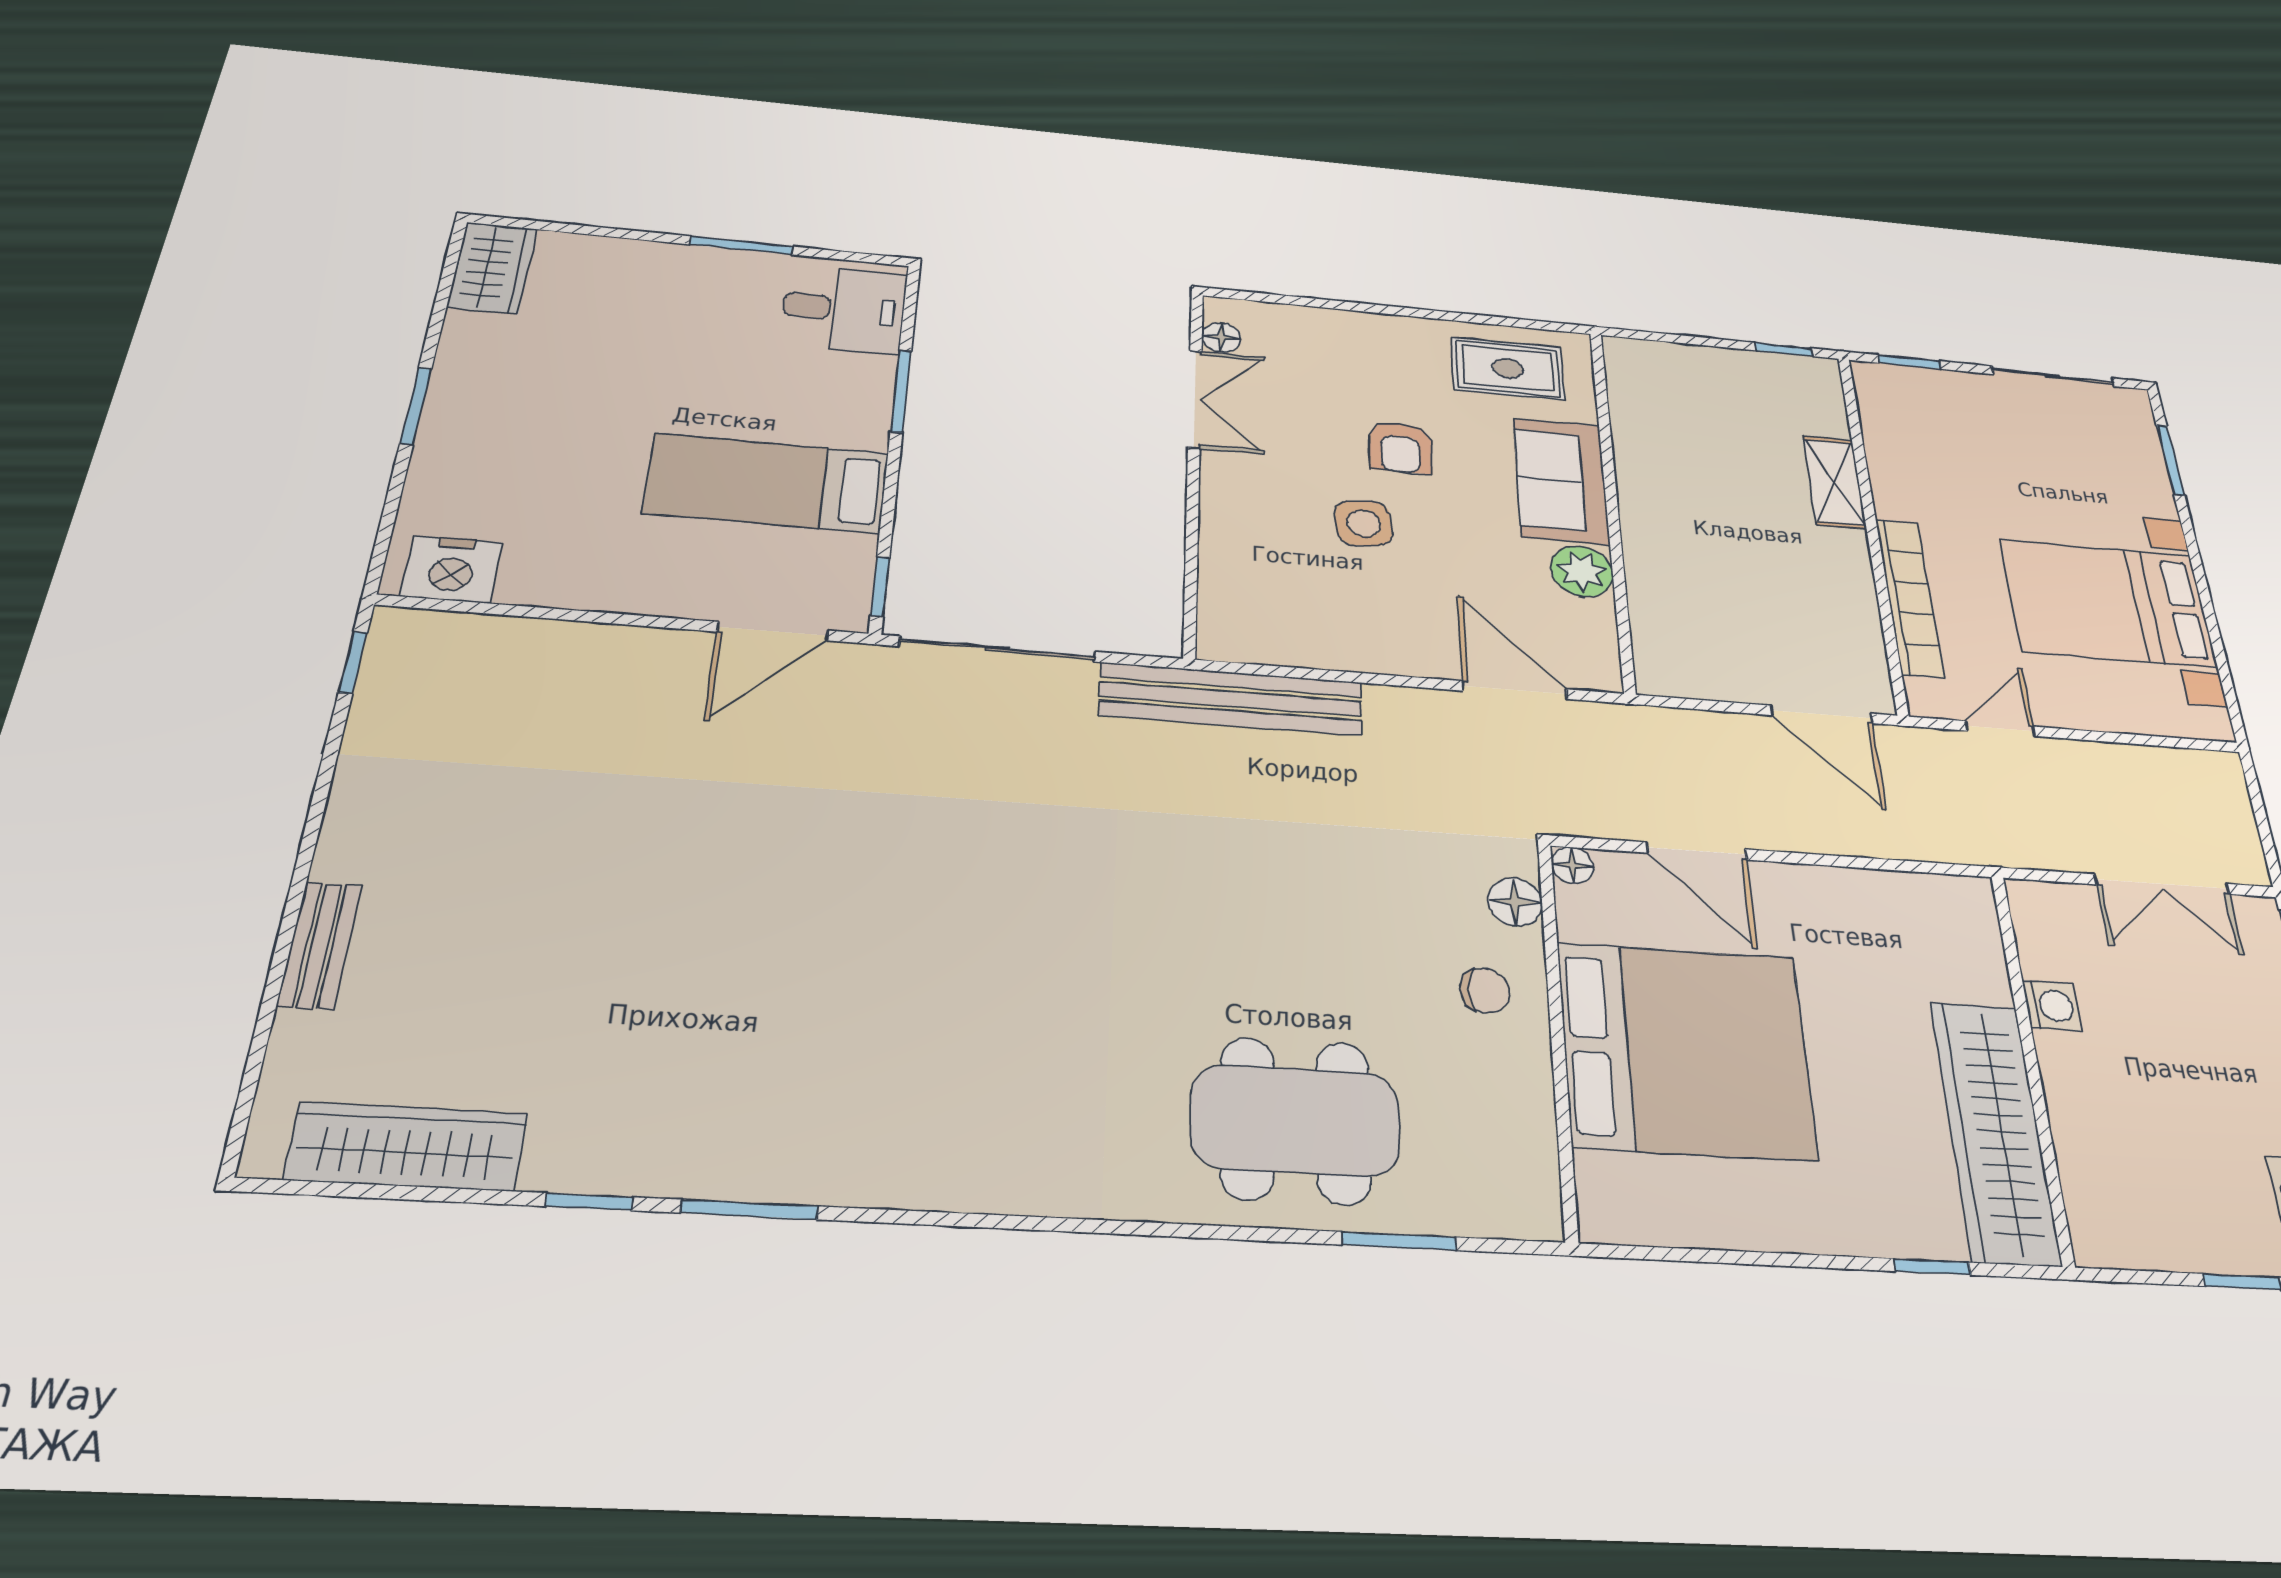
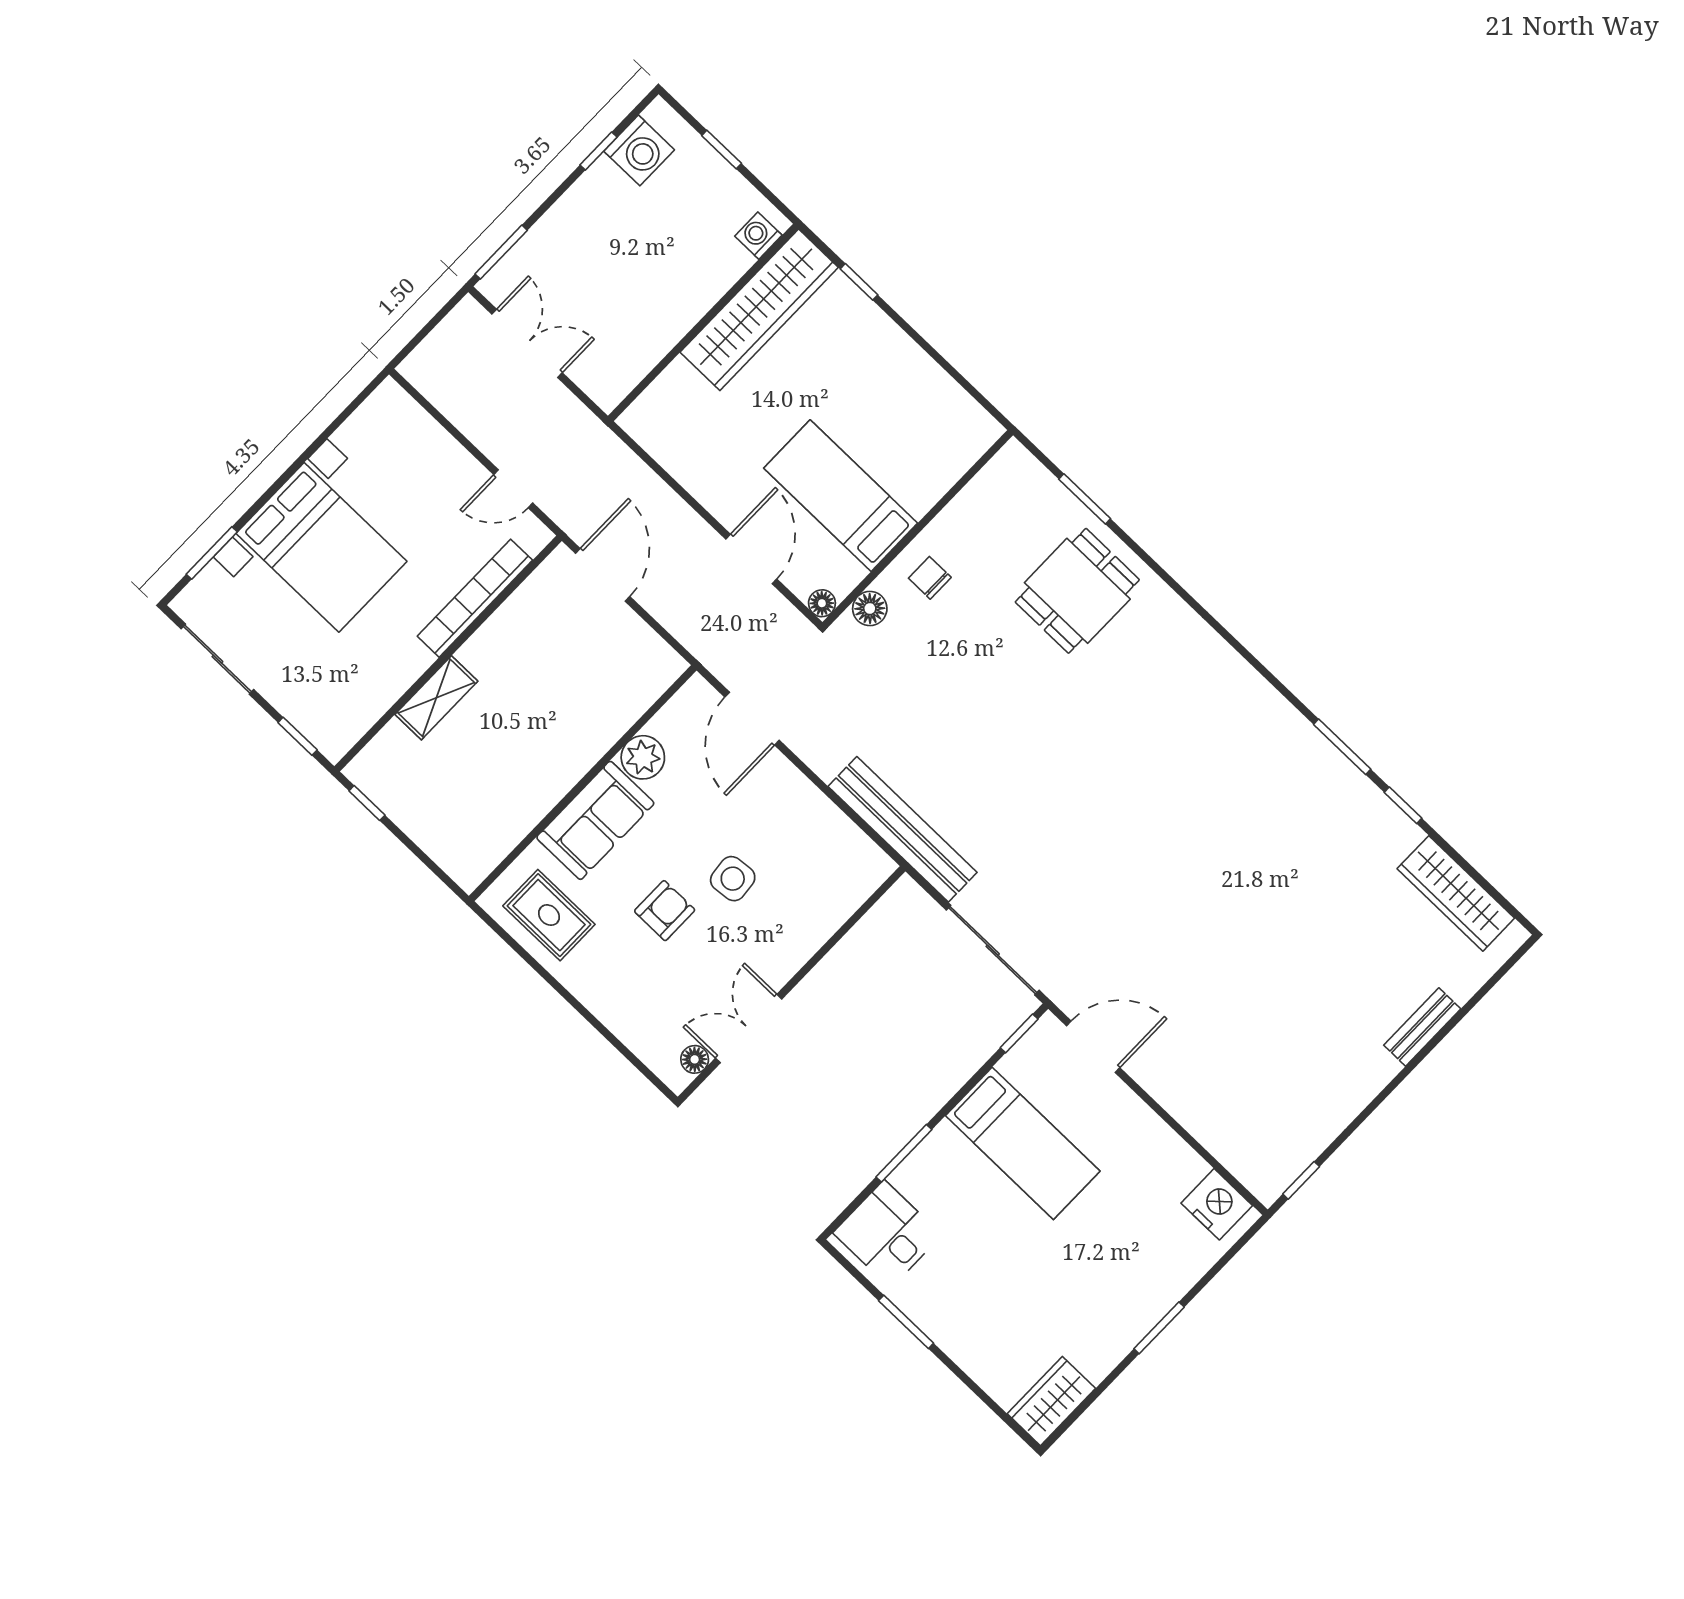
bed with nightstands: (2107, 603) -> (321, 547), moved
washing machine: (2052, 1006) -> (758, 236), moved
bed: (1686, 1050) -> (841, 496), width x0.49
dining table: (1295, 1120) -> (1077, 591), width x0.73

